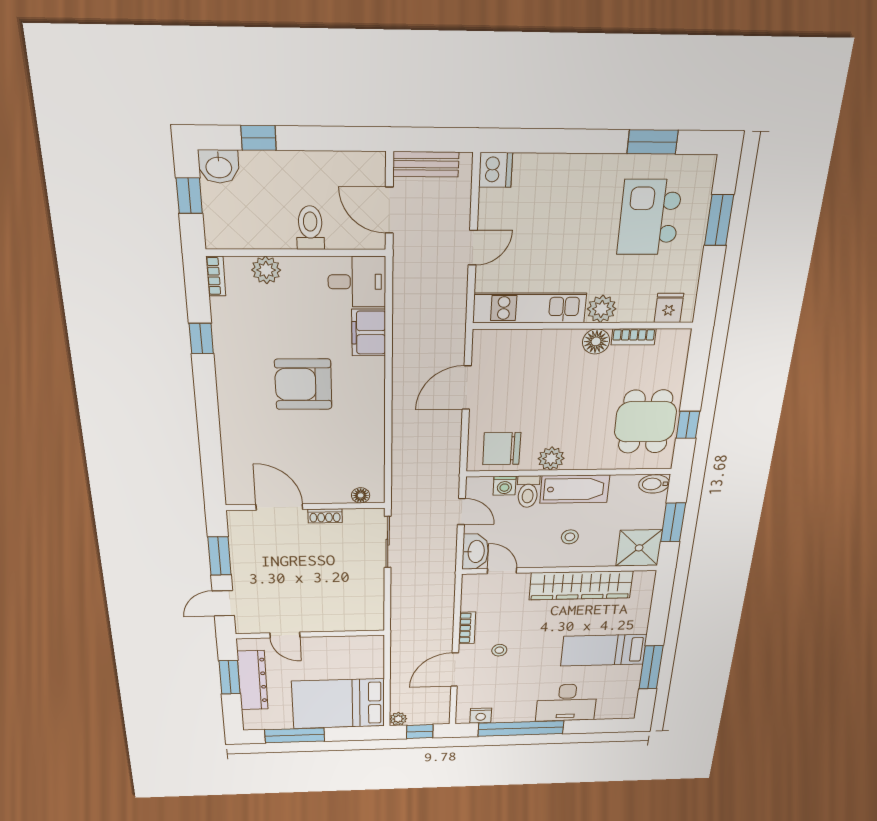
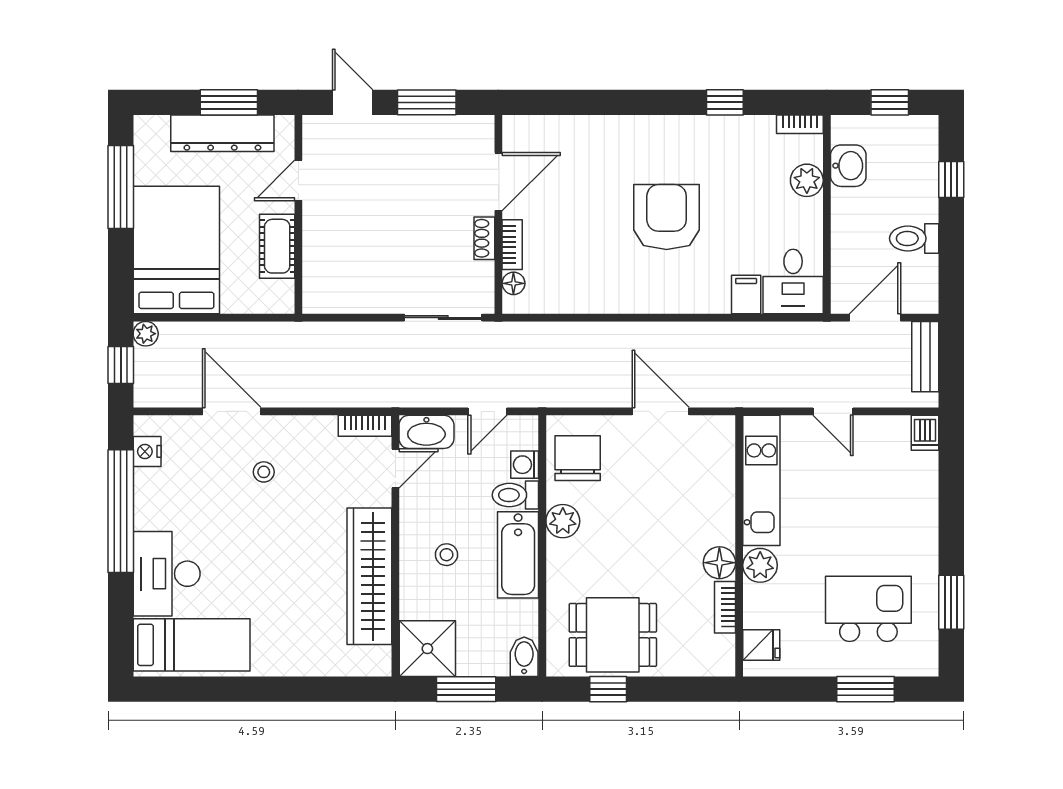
washbasin: (219, 167) -> (848, 166), moved, turned 180
dishwasher: (496, 170) -> (925, 433), width x0.73
toilet: (310, 228) -> (914, 238), moved, turned 180
filing cabinet: (369, 333) -> (746, 295), width x0.50
bookcase: (330, 497) -> (512, 245), added
bookcase: (467, 628) -> (365, 426), moved
cot: (334, 646) -> (277, 246), added
bed: (604, 650) -> (192, 645), moved, turned 90
window: (651, 667) -> (227, 689), removed

